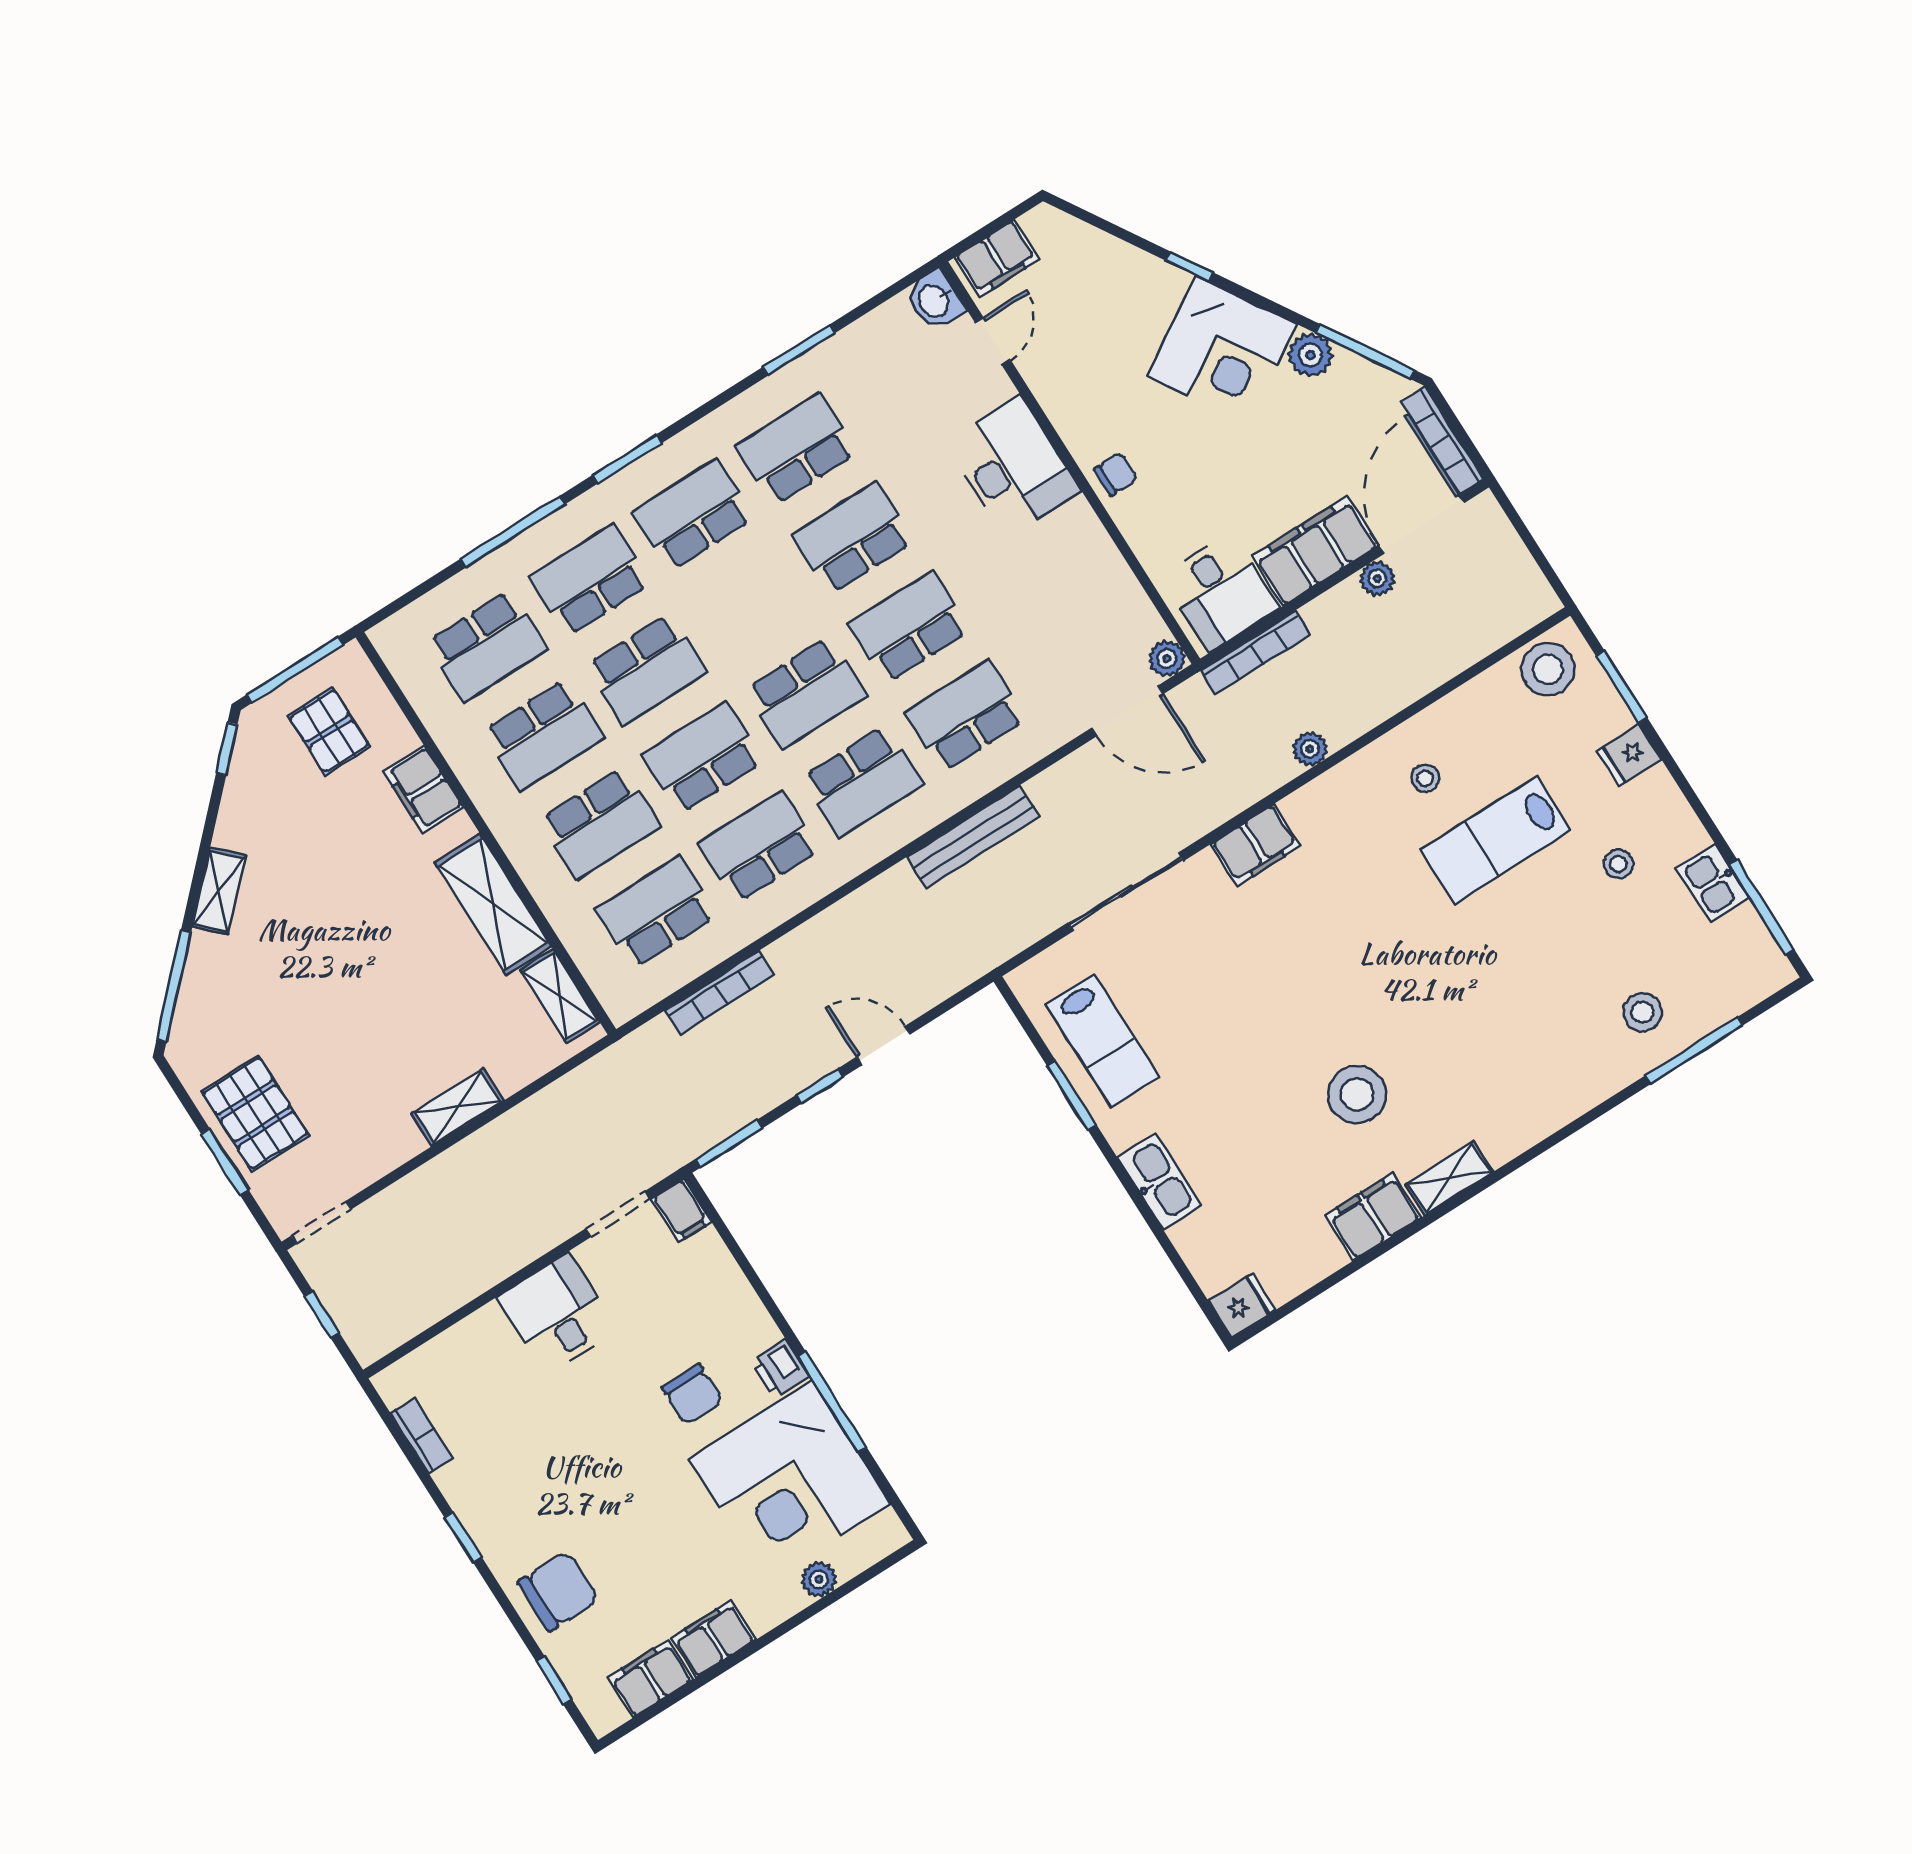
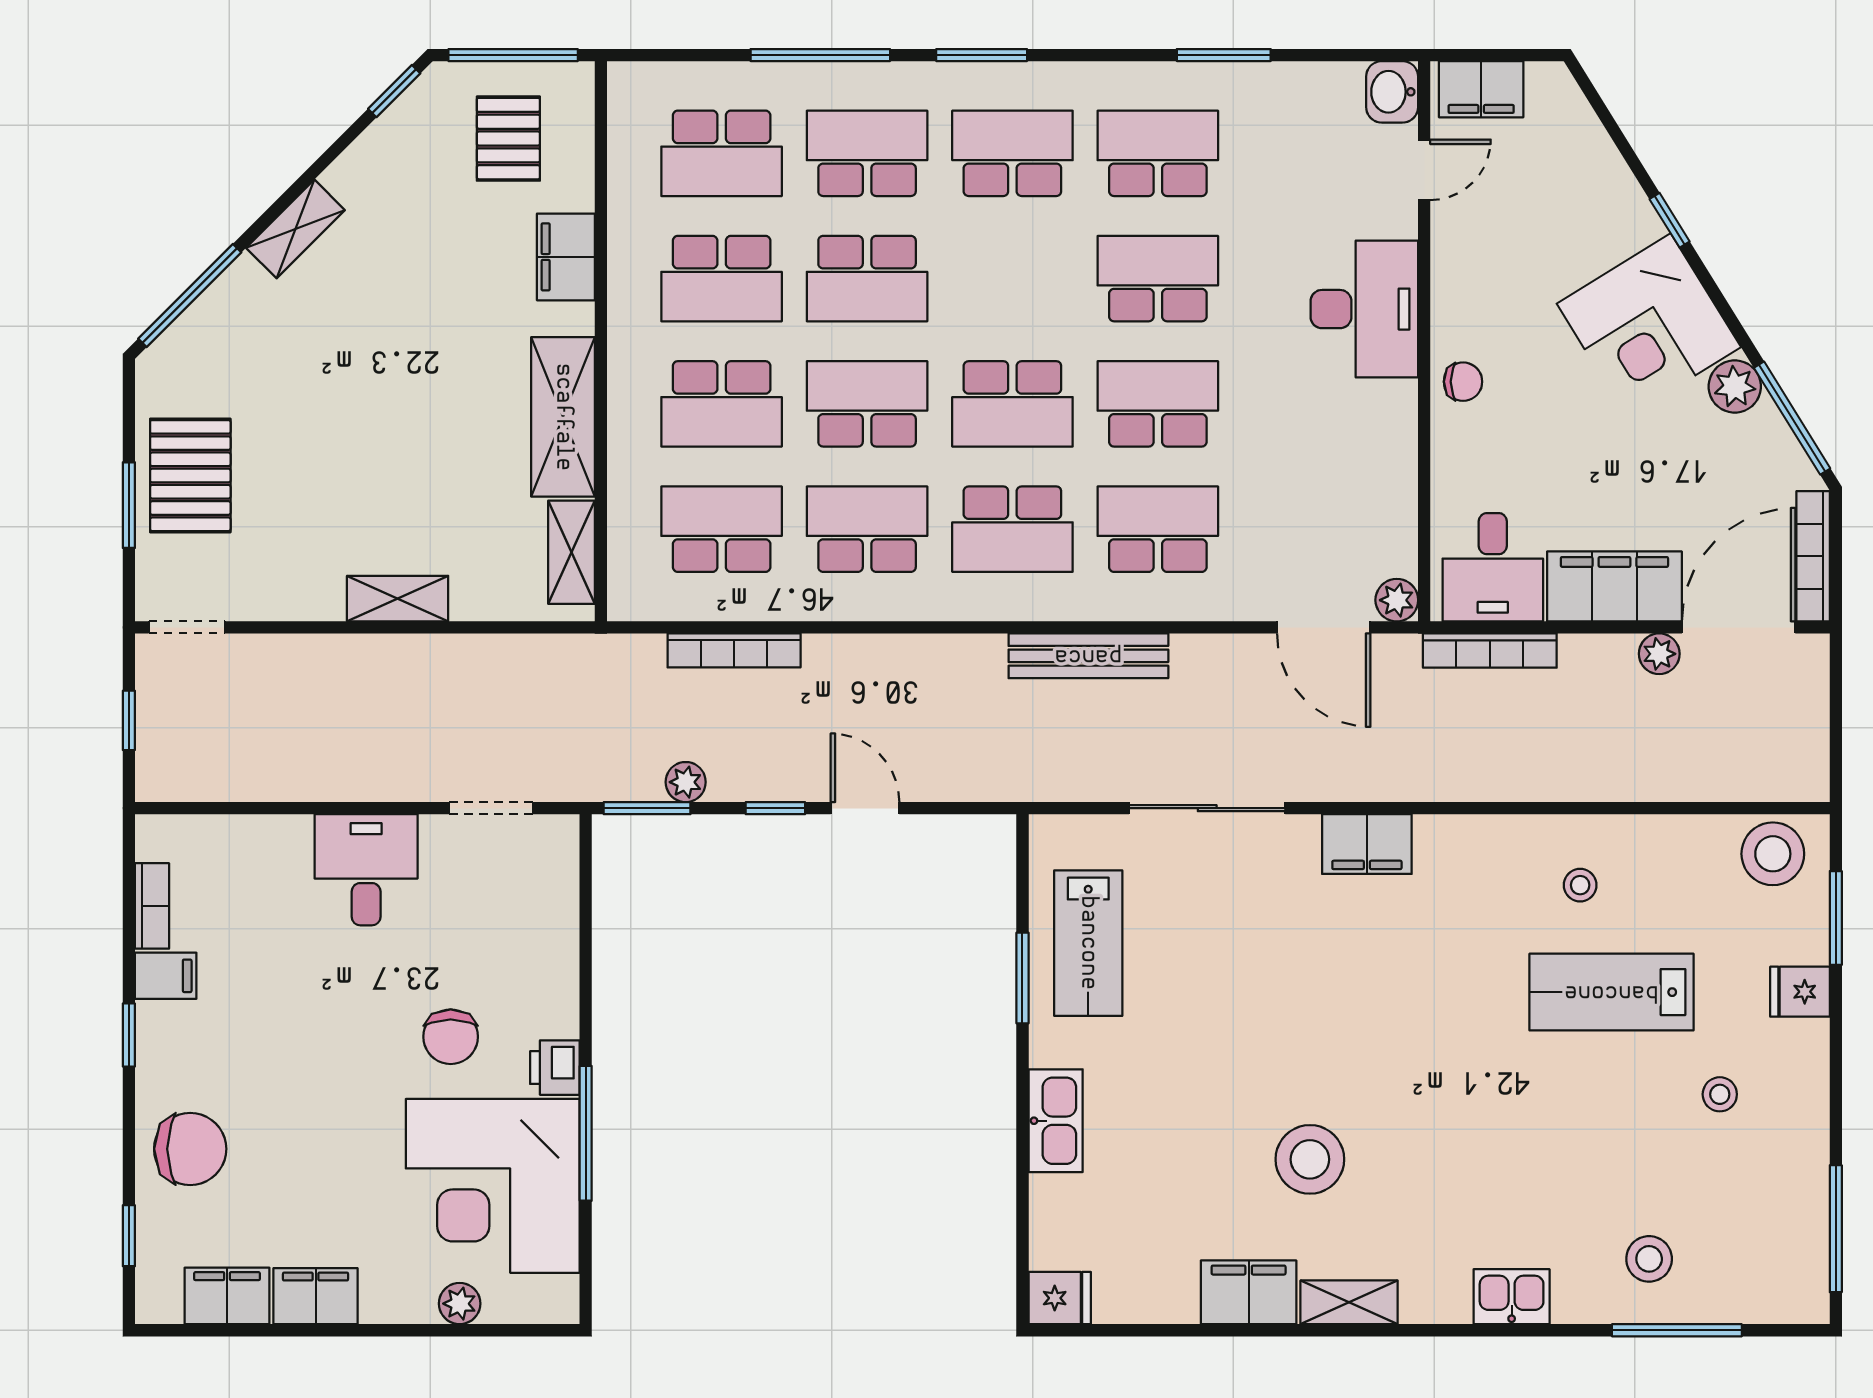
plant: (1310, 749) -> (686, 782), moved
kitchen sink: (1712, 883) -> (1512, 1297), moved, turned 90
filing cabinet: (681, 1210) -> (166, 976), moved, turned -90

